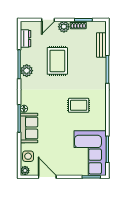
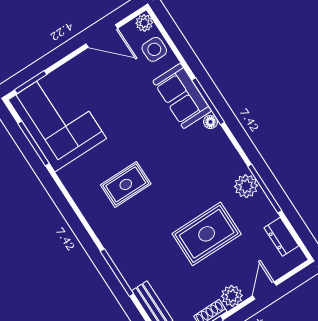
rug: (57, 61) -> (207, 234), turned 90

